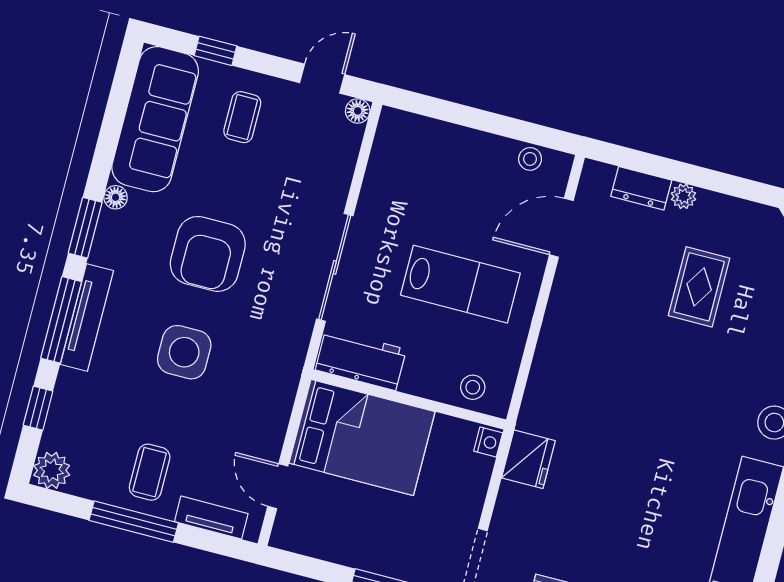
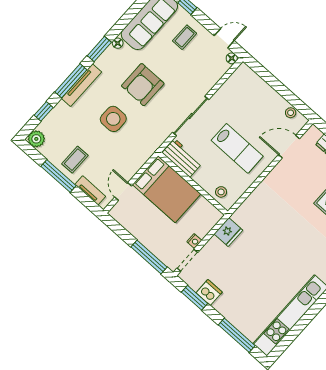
nightstand: (488, 442) -> (194, 241), moved

